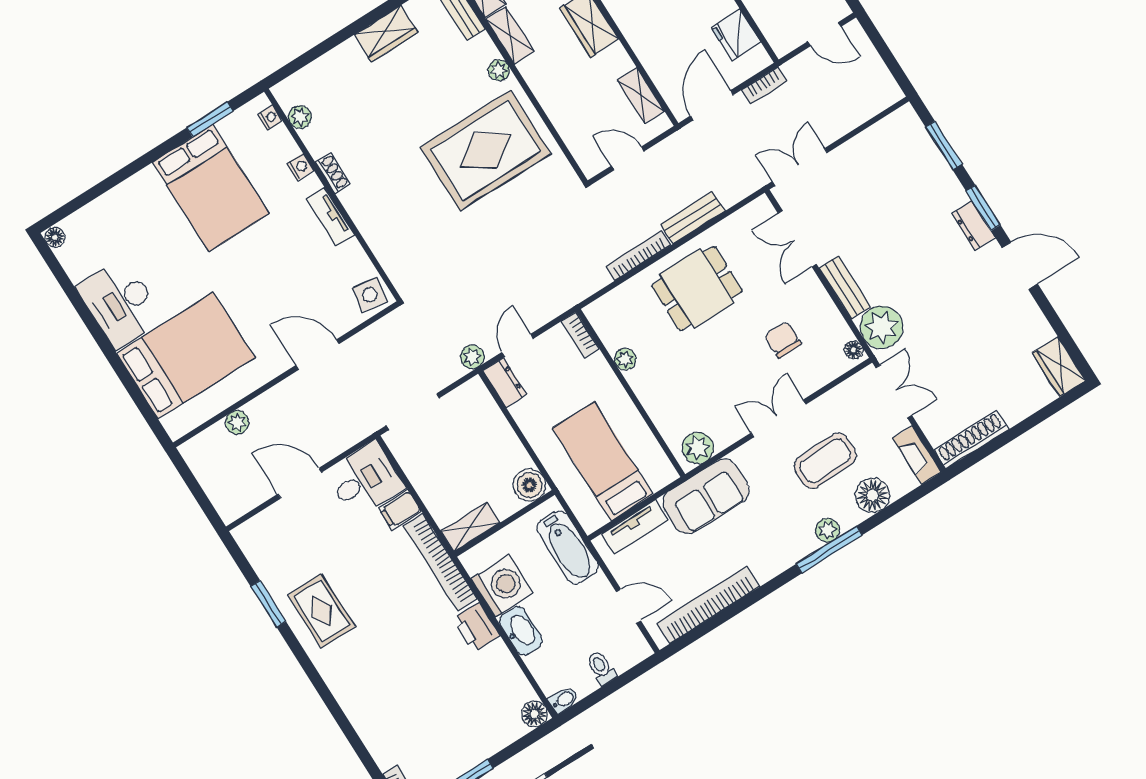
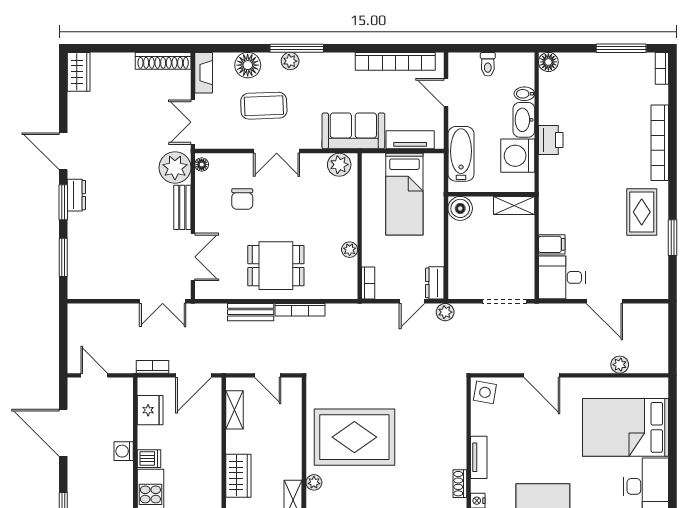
bookcase: (440, 562) -> (660, 143), moved, turned 180
bidet: (564, 700) -> (524, 94), moved

